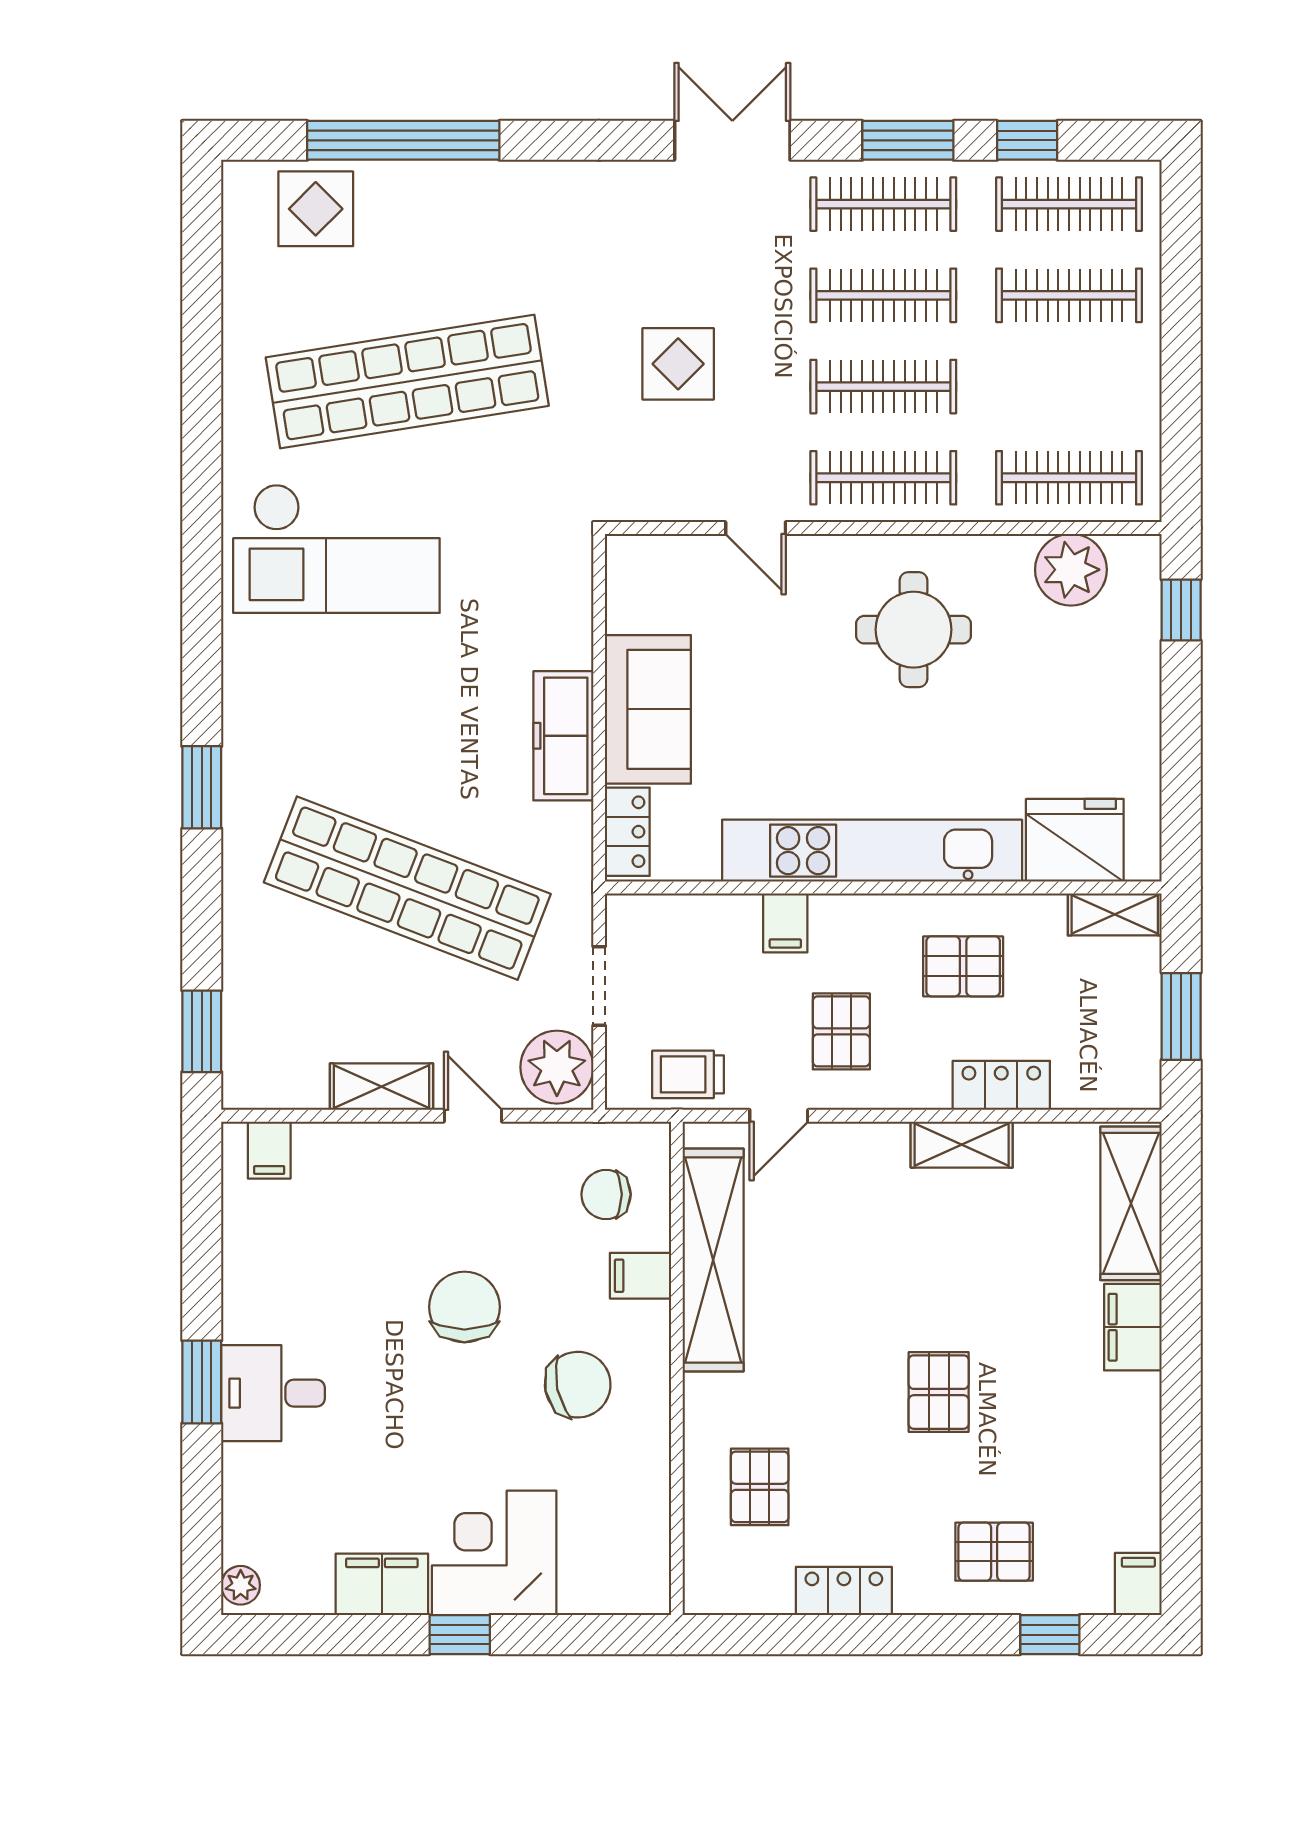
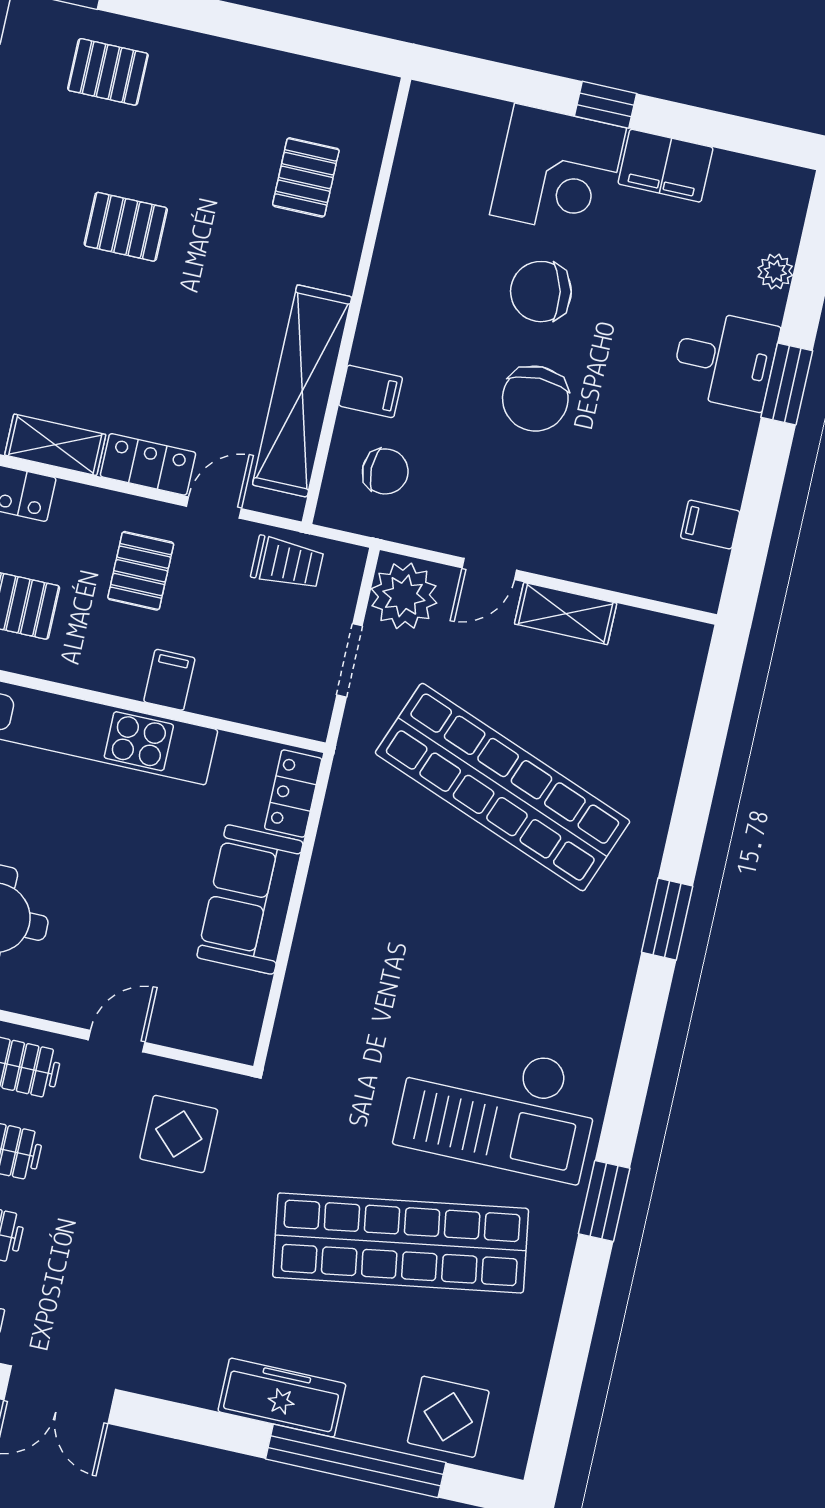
display table: (678, 364) -> (179, 1134), moved
door: (756, 528) -> (117, 1041), hinge flipped
checkout: (336, 549) -> (498, 1107), turned 180
freezer: (563, 736) -> (282, 1398), moved, turned -90
window: (202, 1031) -> (604, 1201), moved
door: (473, 1116) -> (489, 569), hinge flipped
filing cabinet: (269, 1150) -> (710, 525), moved, turned -90
chair: (578, 1385) -> (541, 292), moved
pallet: (939, 1392) -> (126, 227), turned 90
plant: (241, 1585) -> (775, 271), moved
locker: (844, 1591) -> (148, 464), moved, turned 180

